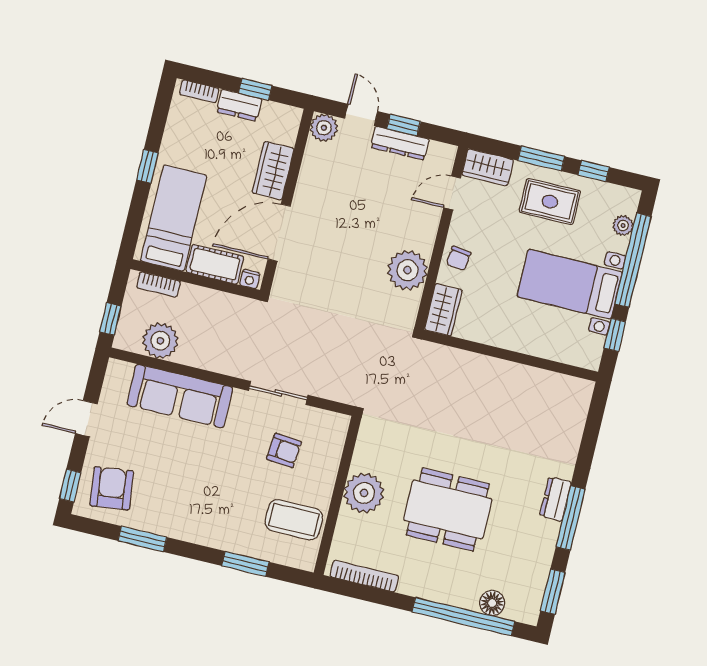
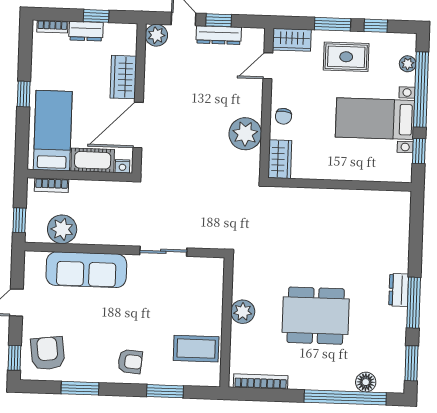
armchair: (284, 450) -> (130, 362), moved
plant: (364, 493) -> (243, 312), width x0.73, depth x0.73

